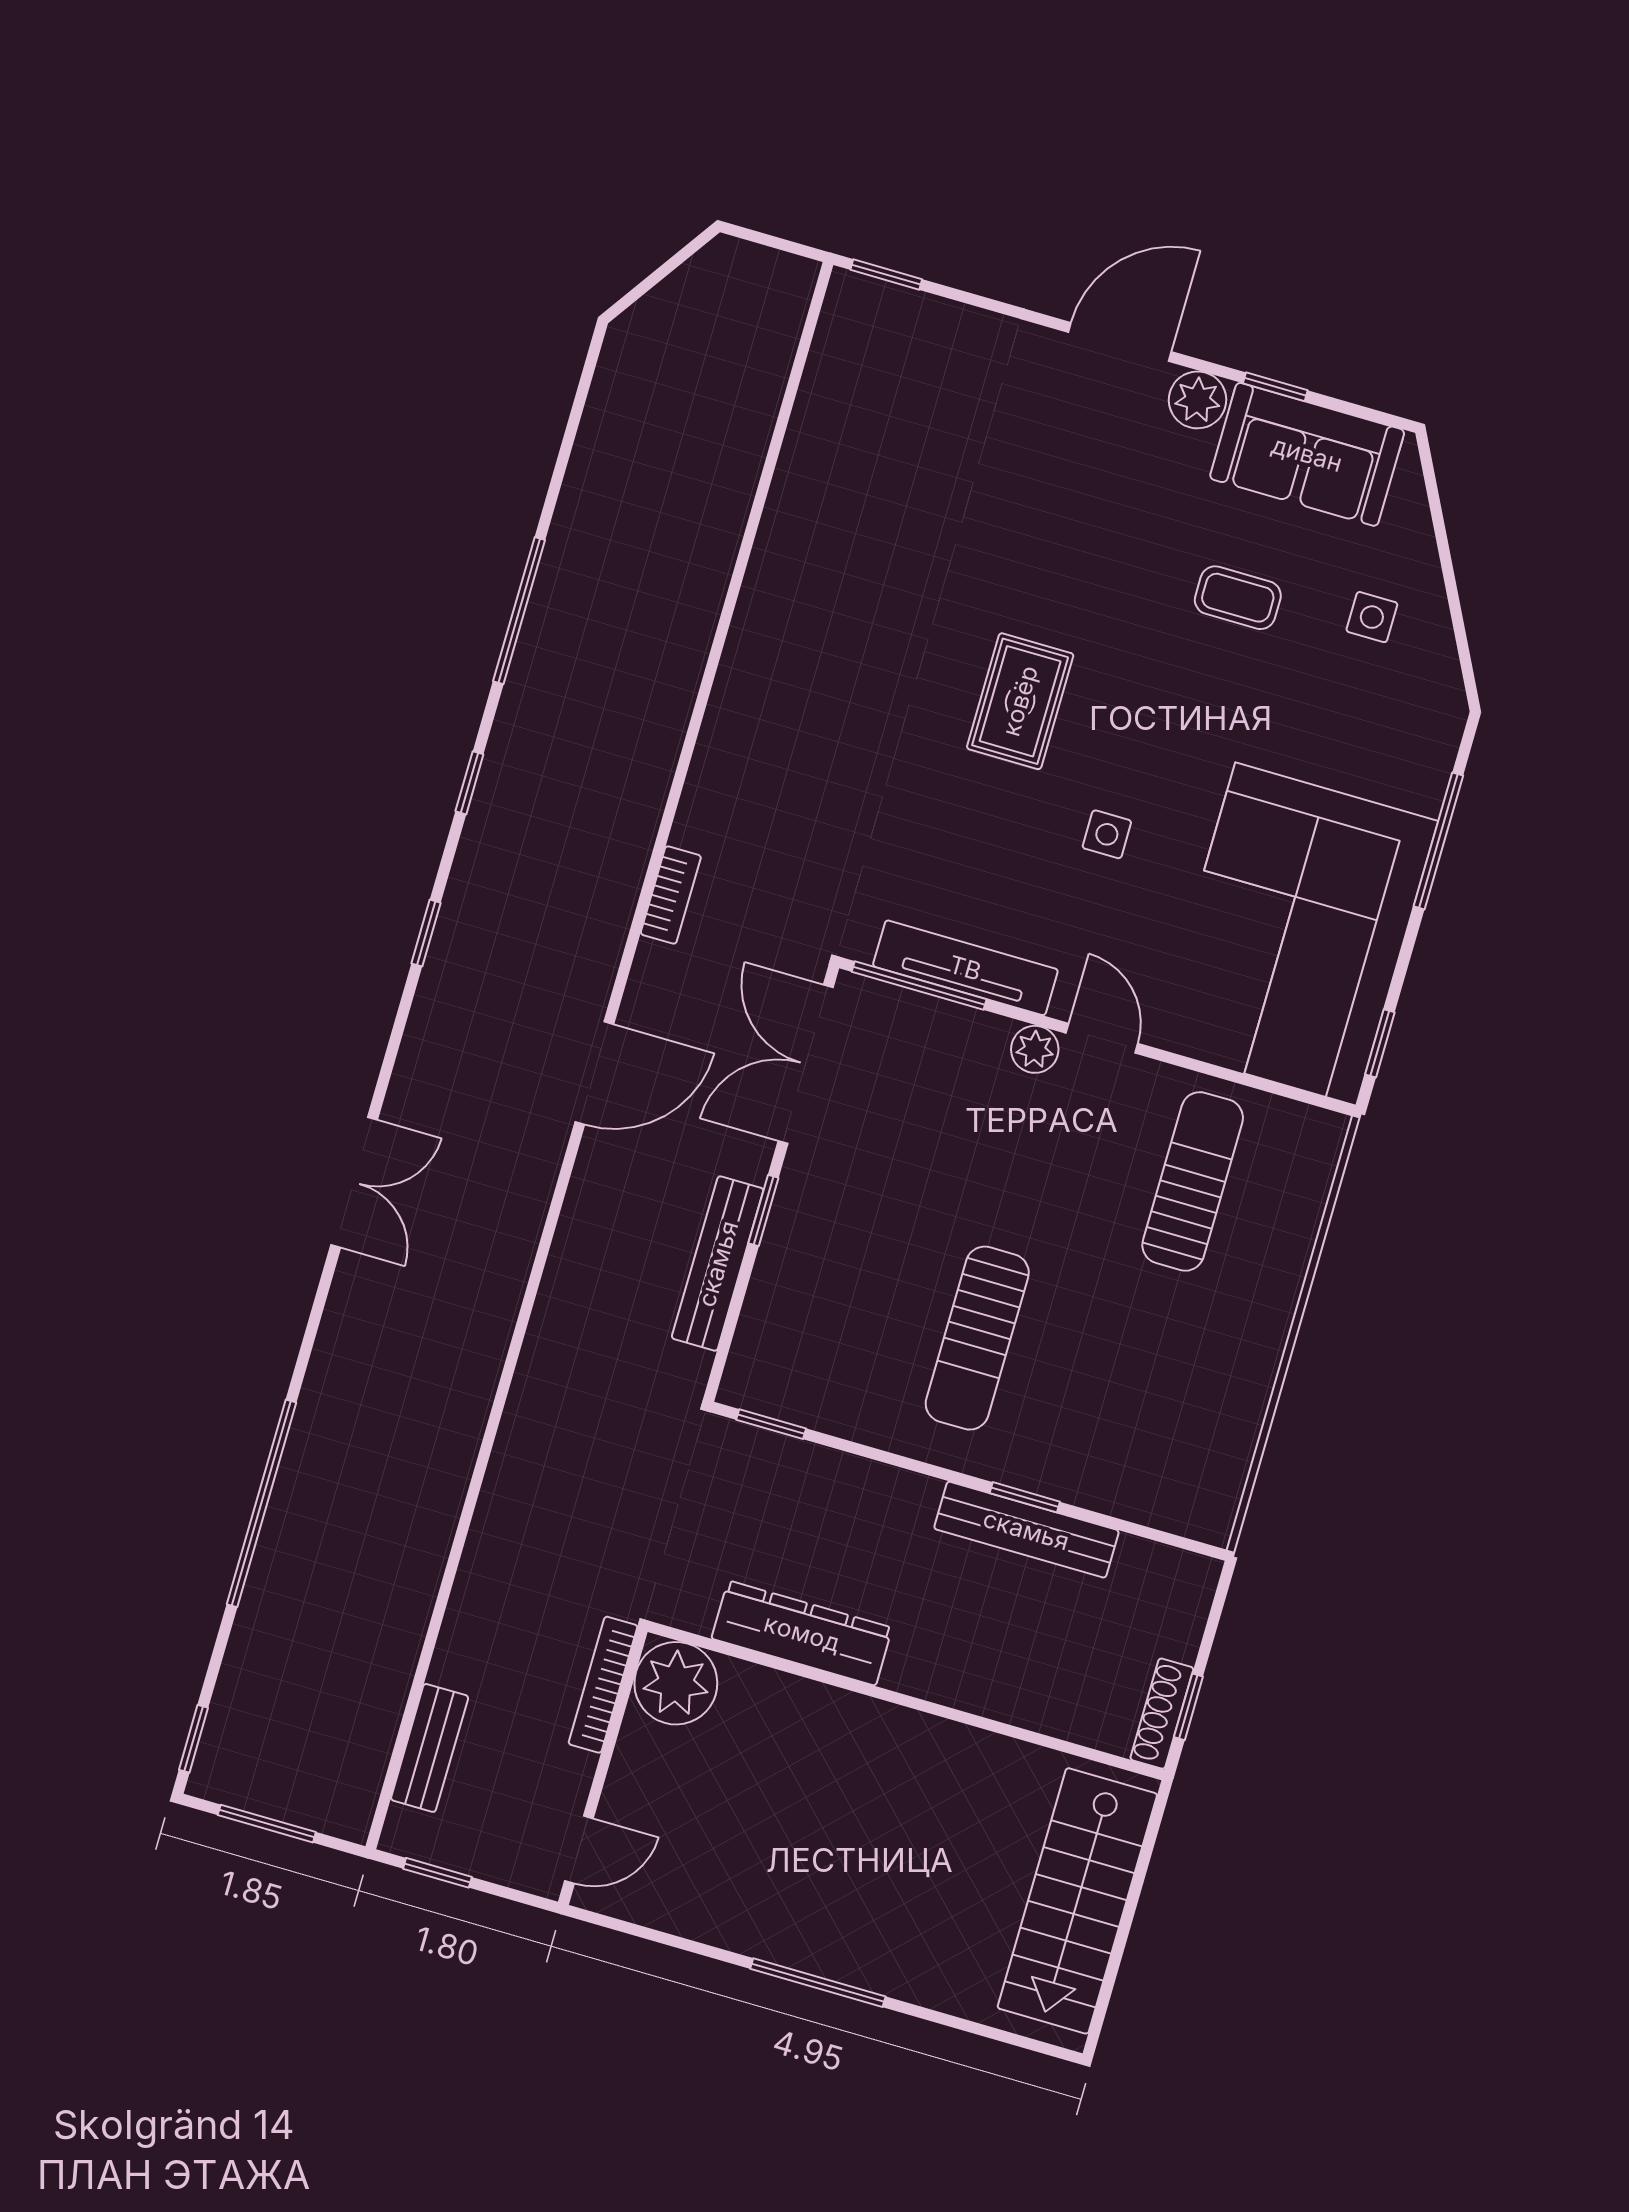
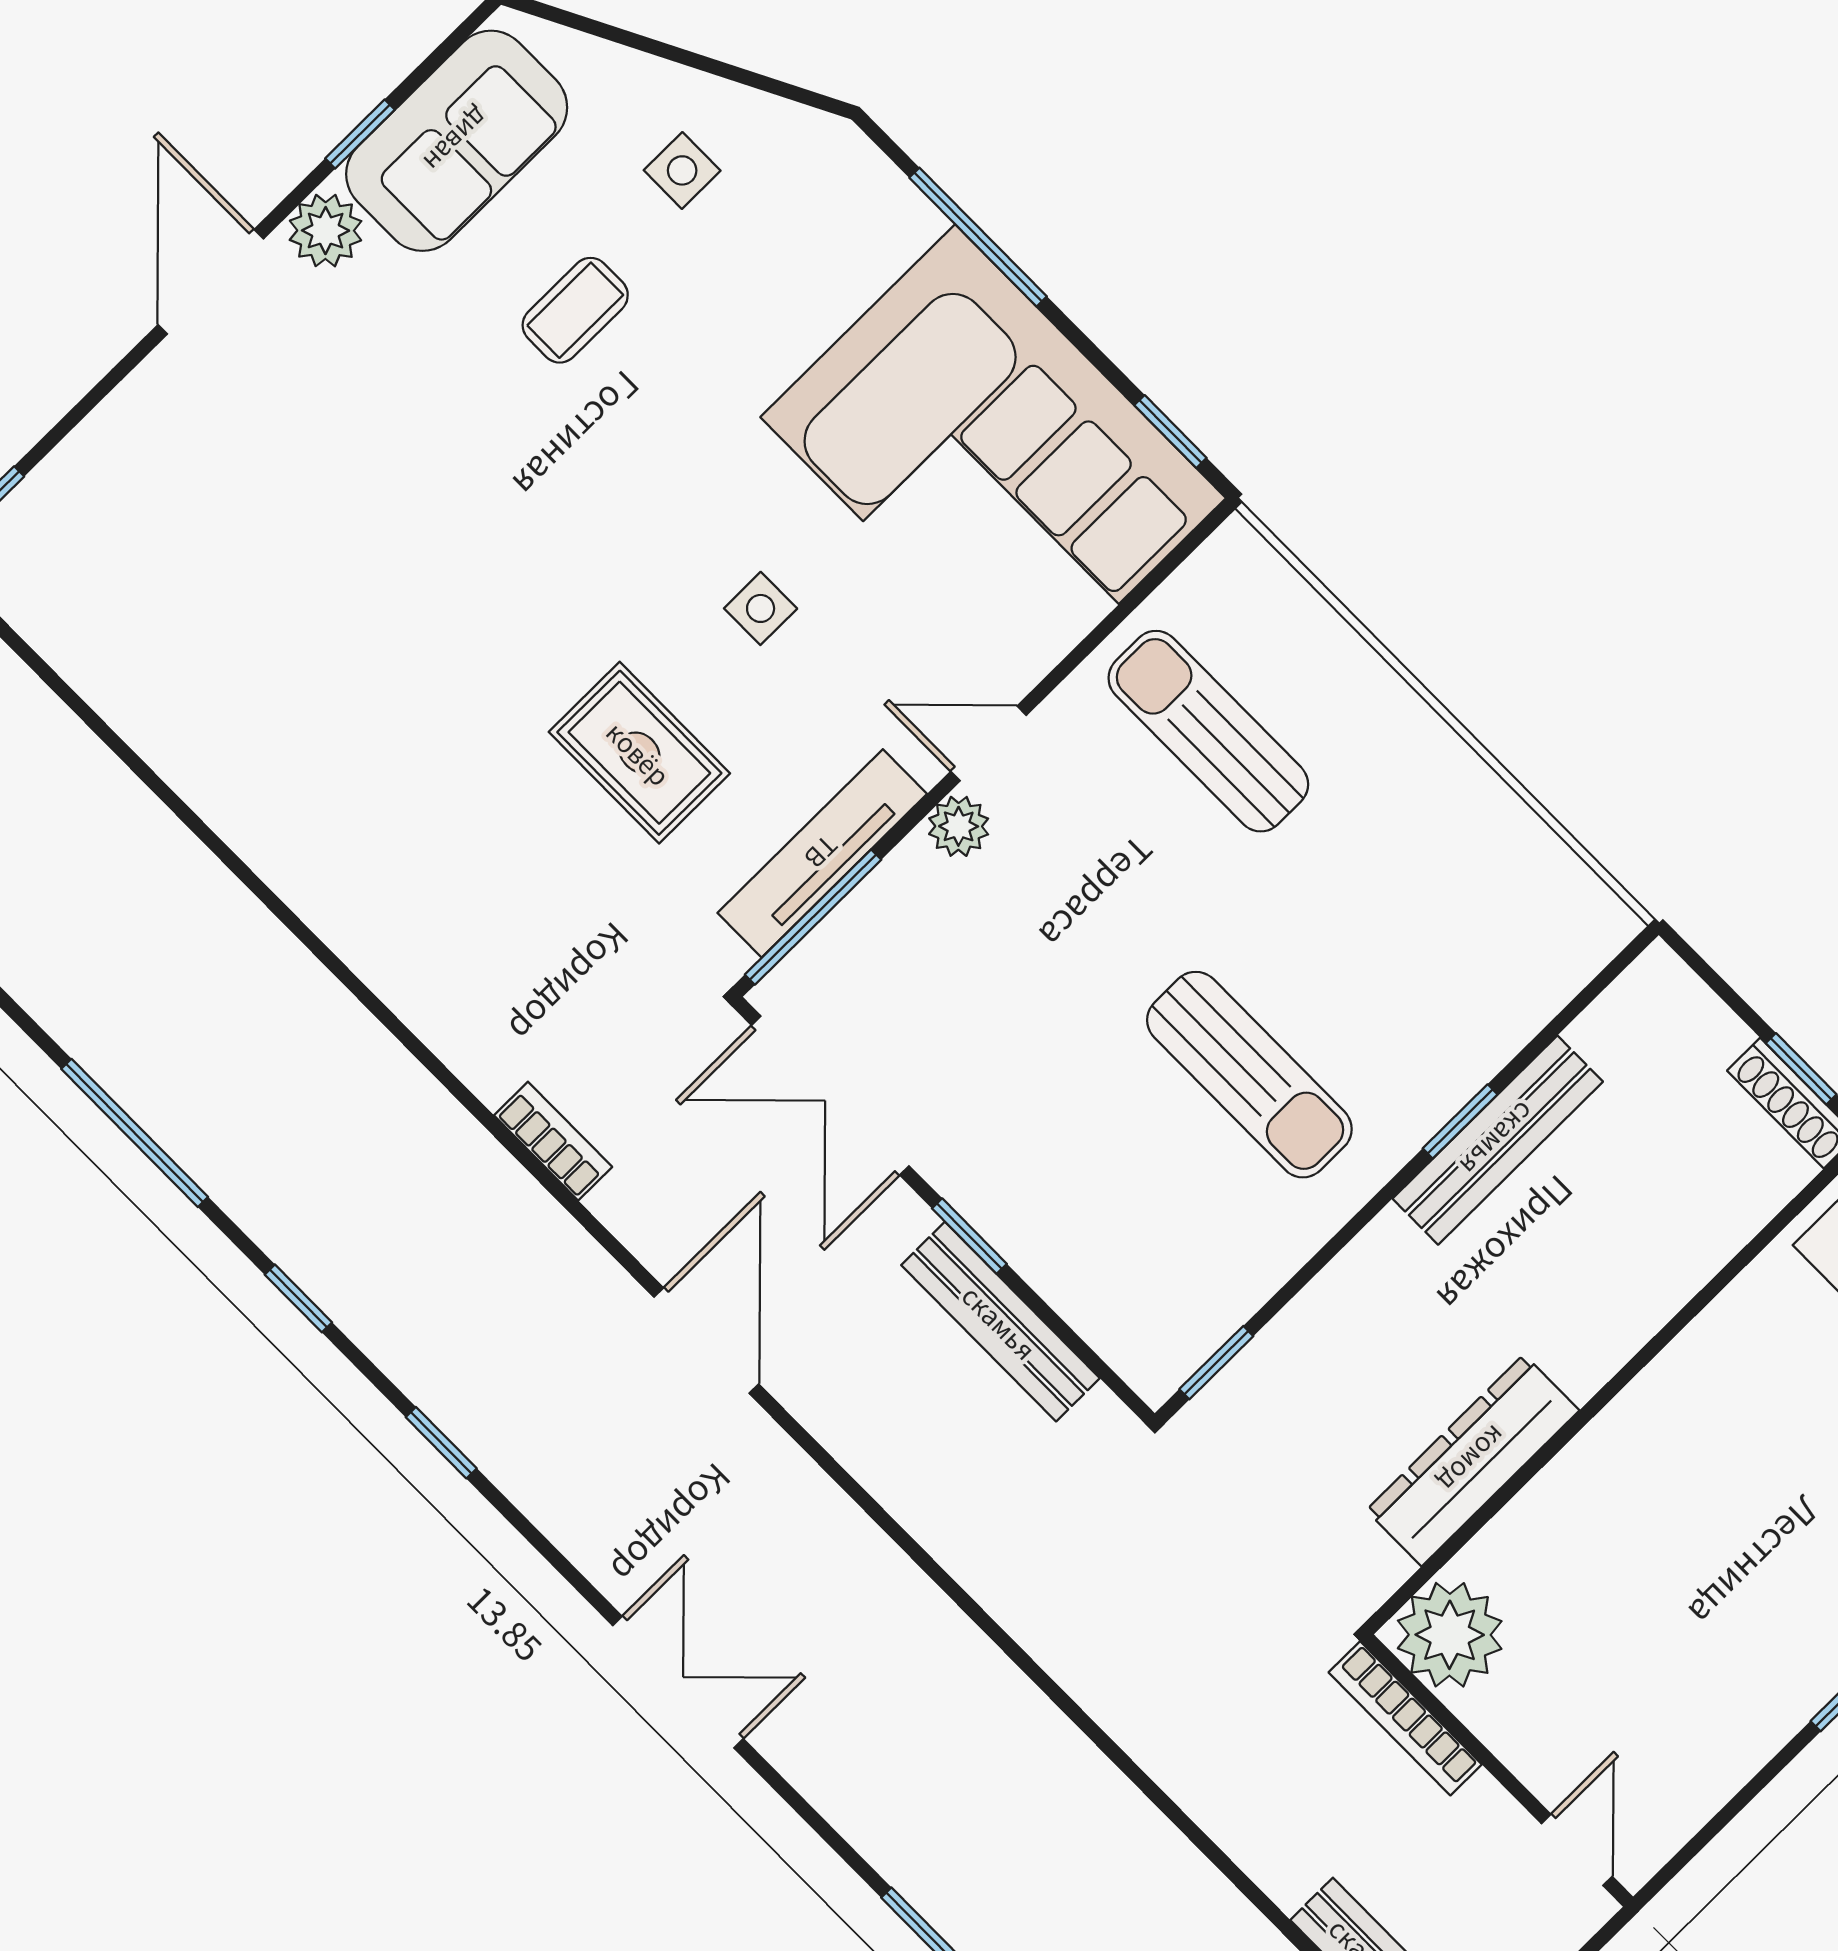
rug: (1020, 701) -> (639, 753), moved

